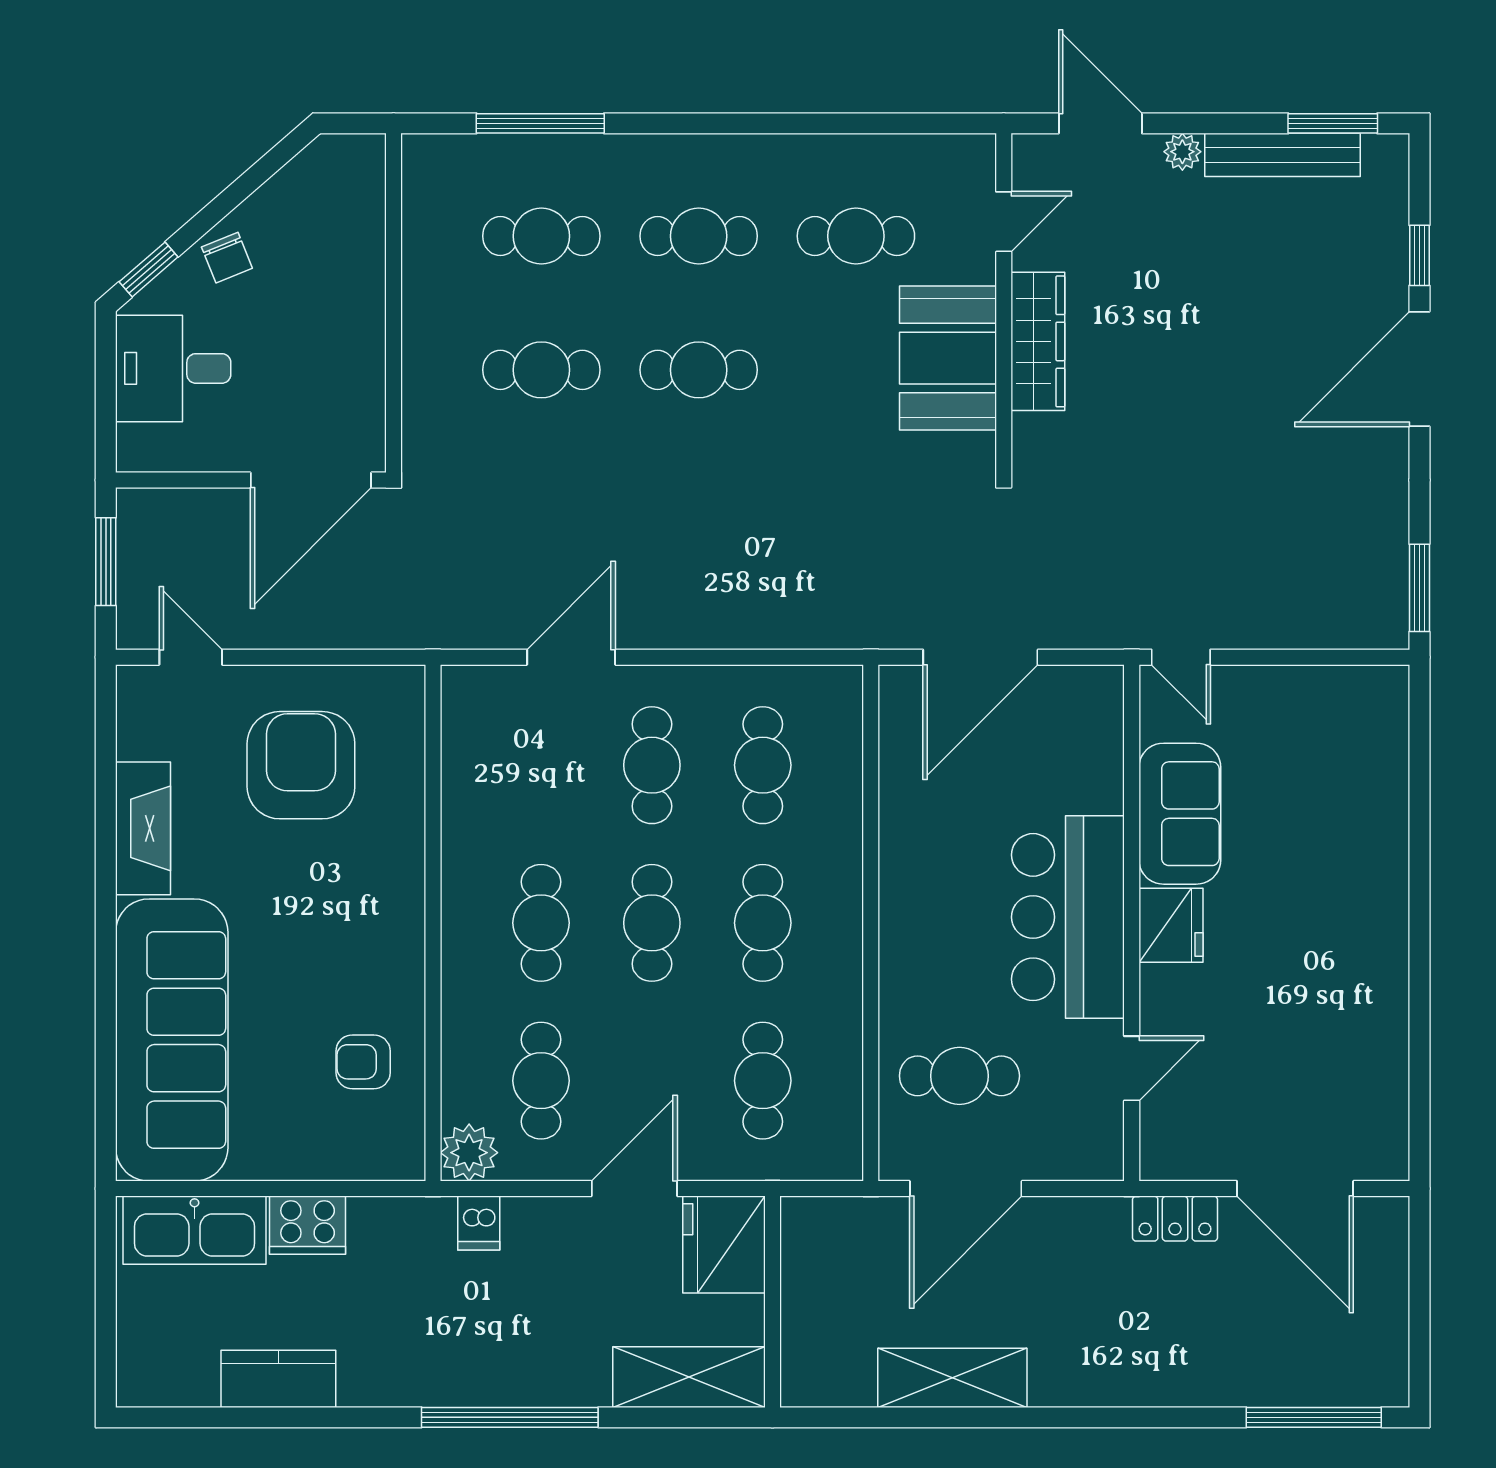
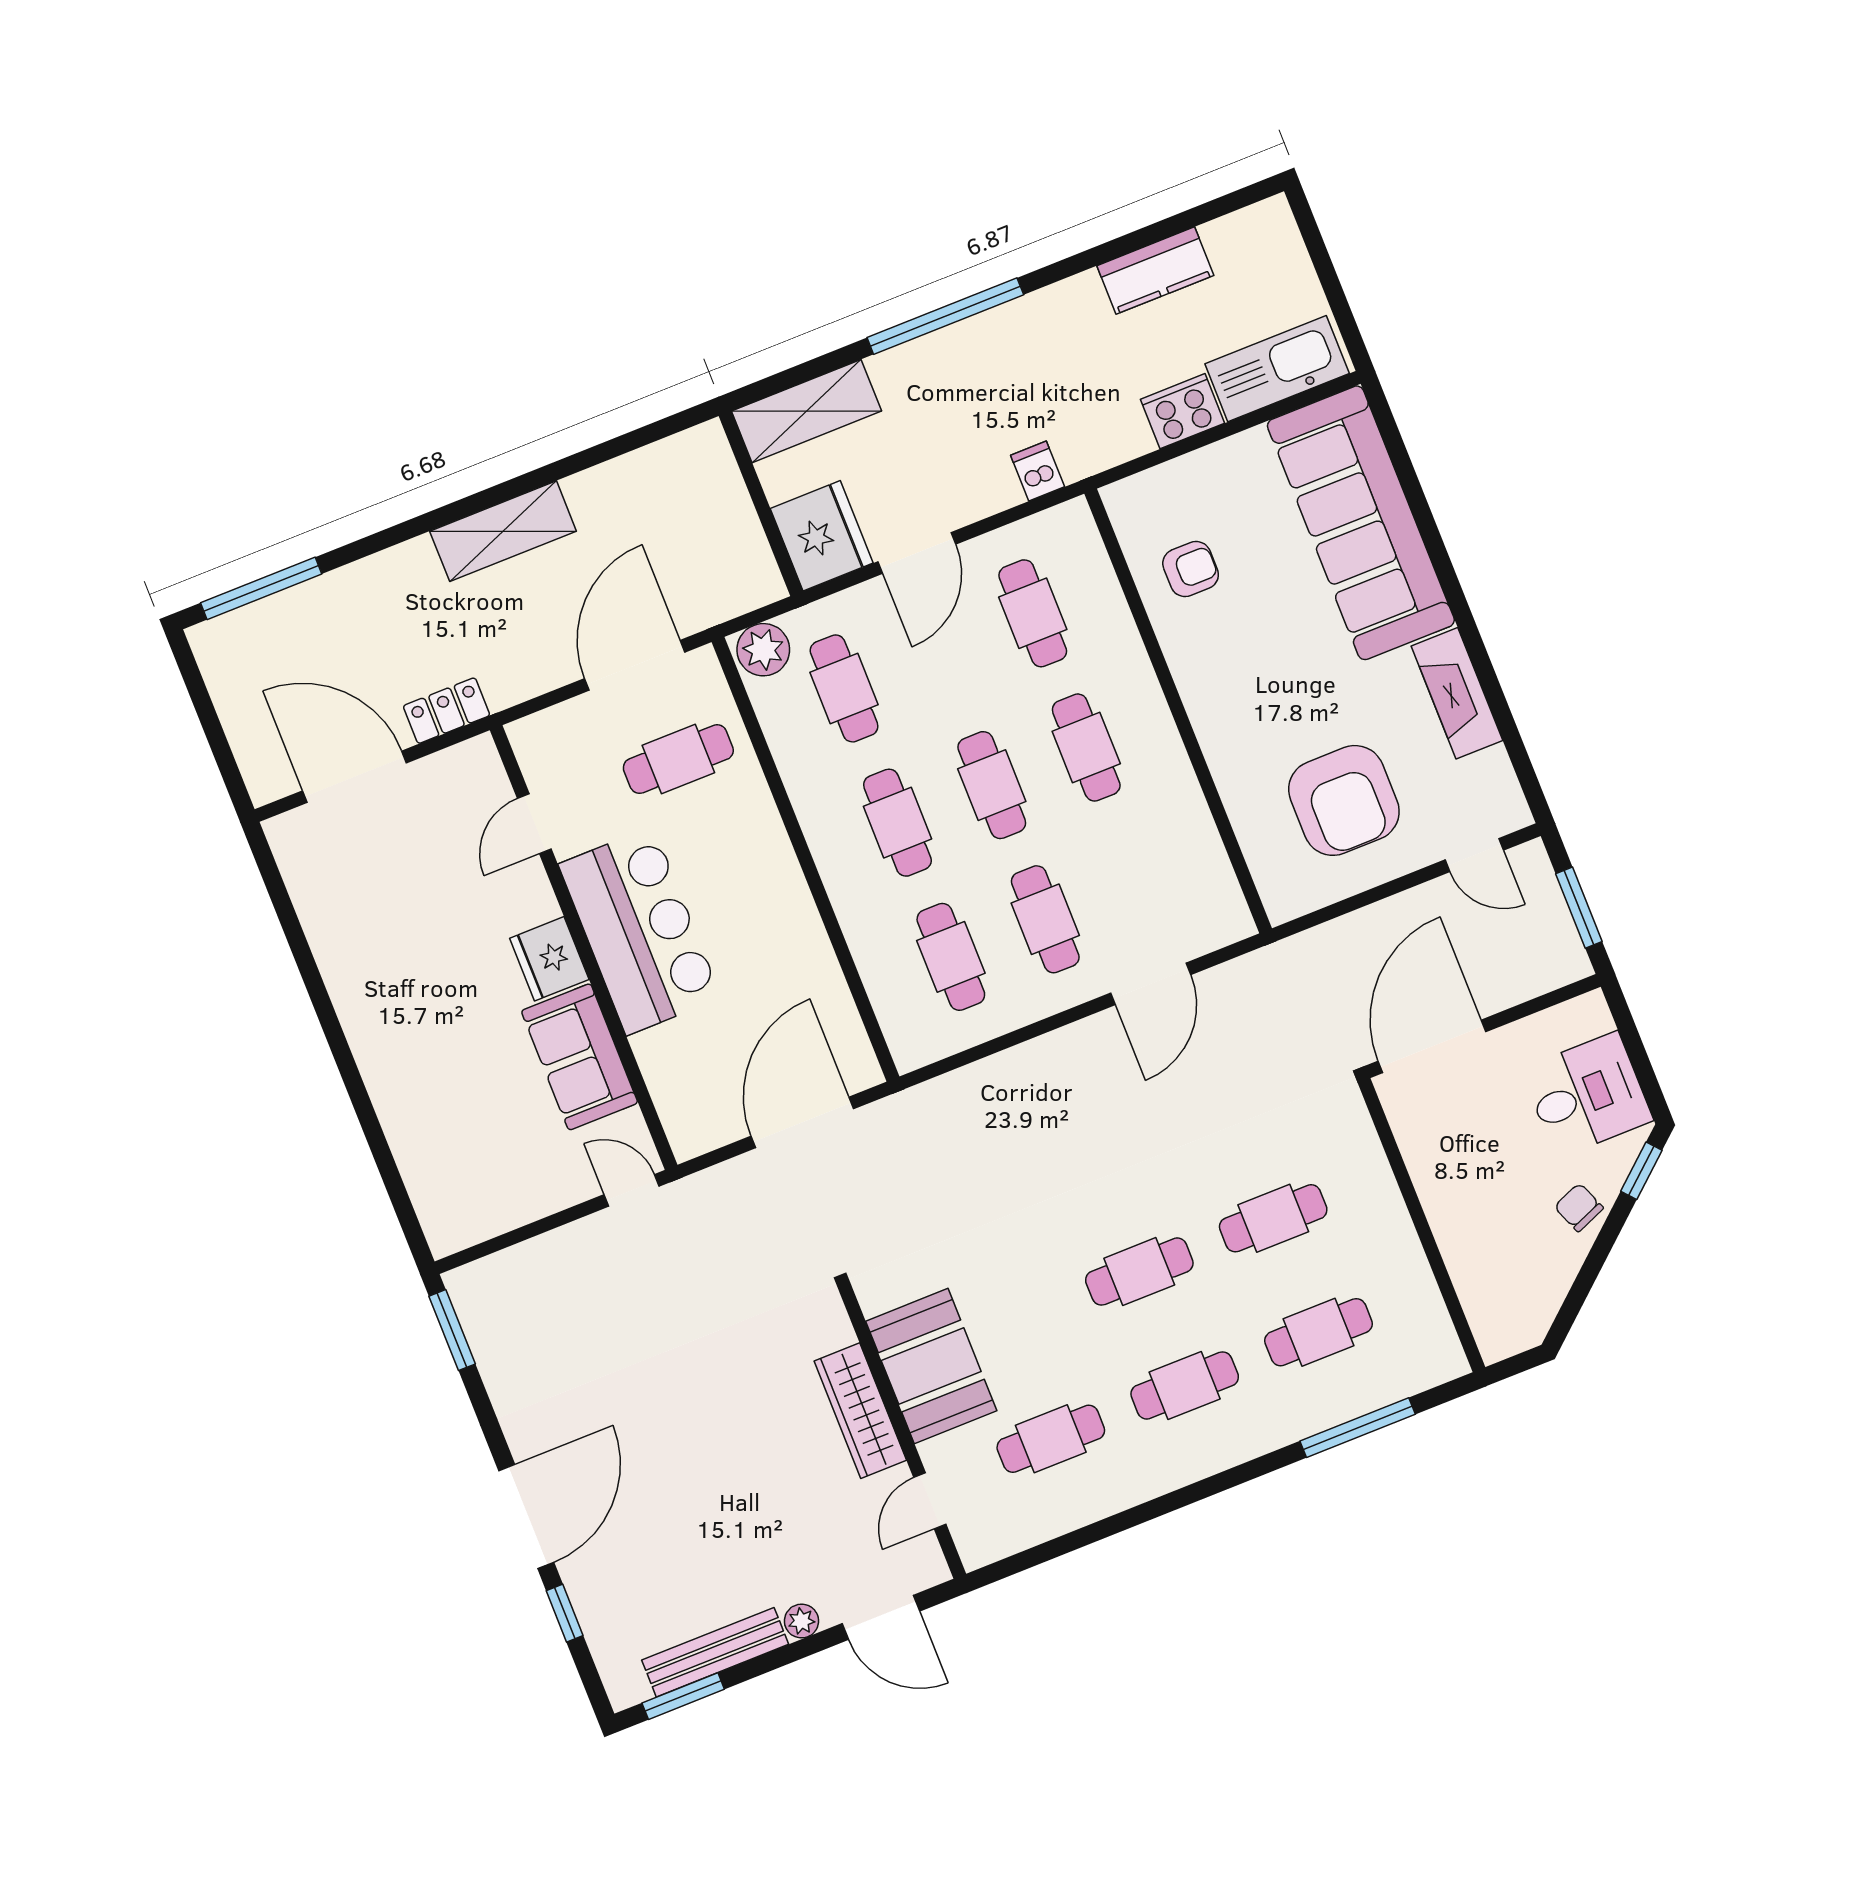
plant: (469, 1153) -> (763, 650), moved
shelving: (952, 1378) -> (503, 531), moved

